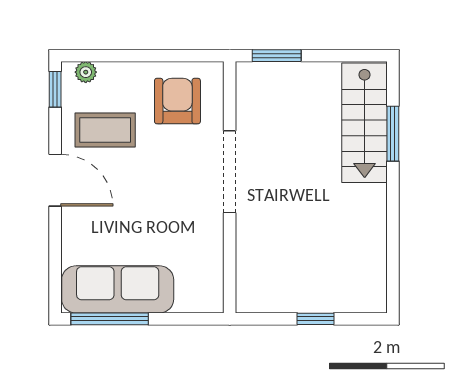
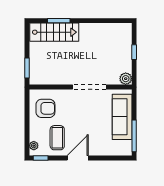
armchair: (177, 101) -> (45, 108), turned 180
doorway: (230, 172) -> (89, 87), moved
sofa: (118, 289) -> (122, 117), moved
plant: (250, 298) -> (126, 79), added

